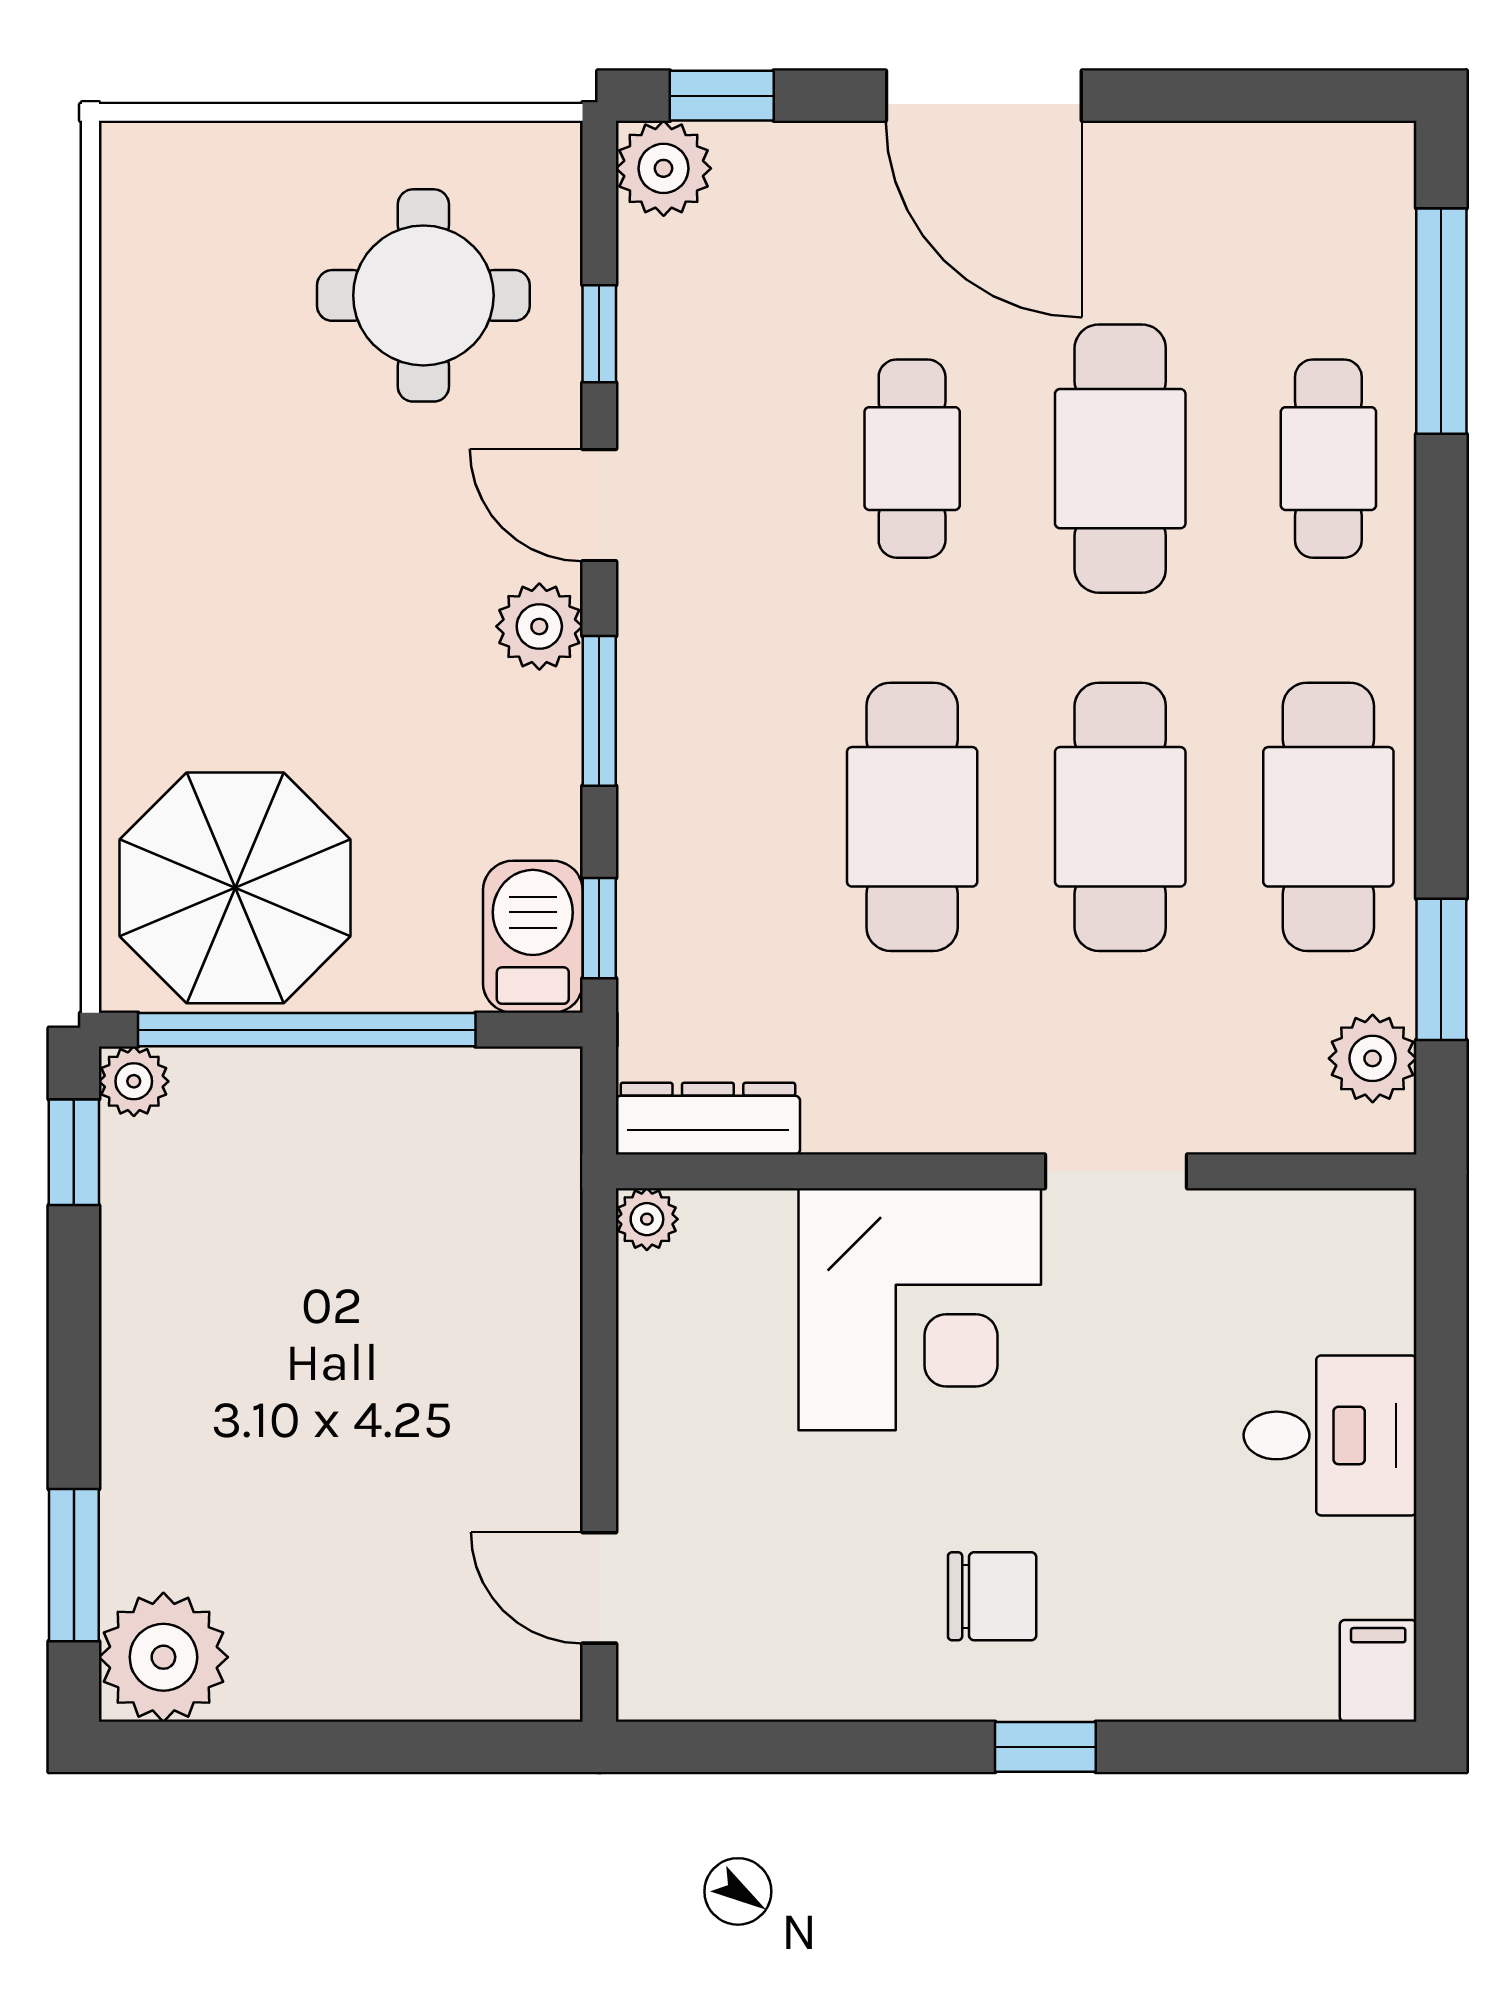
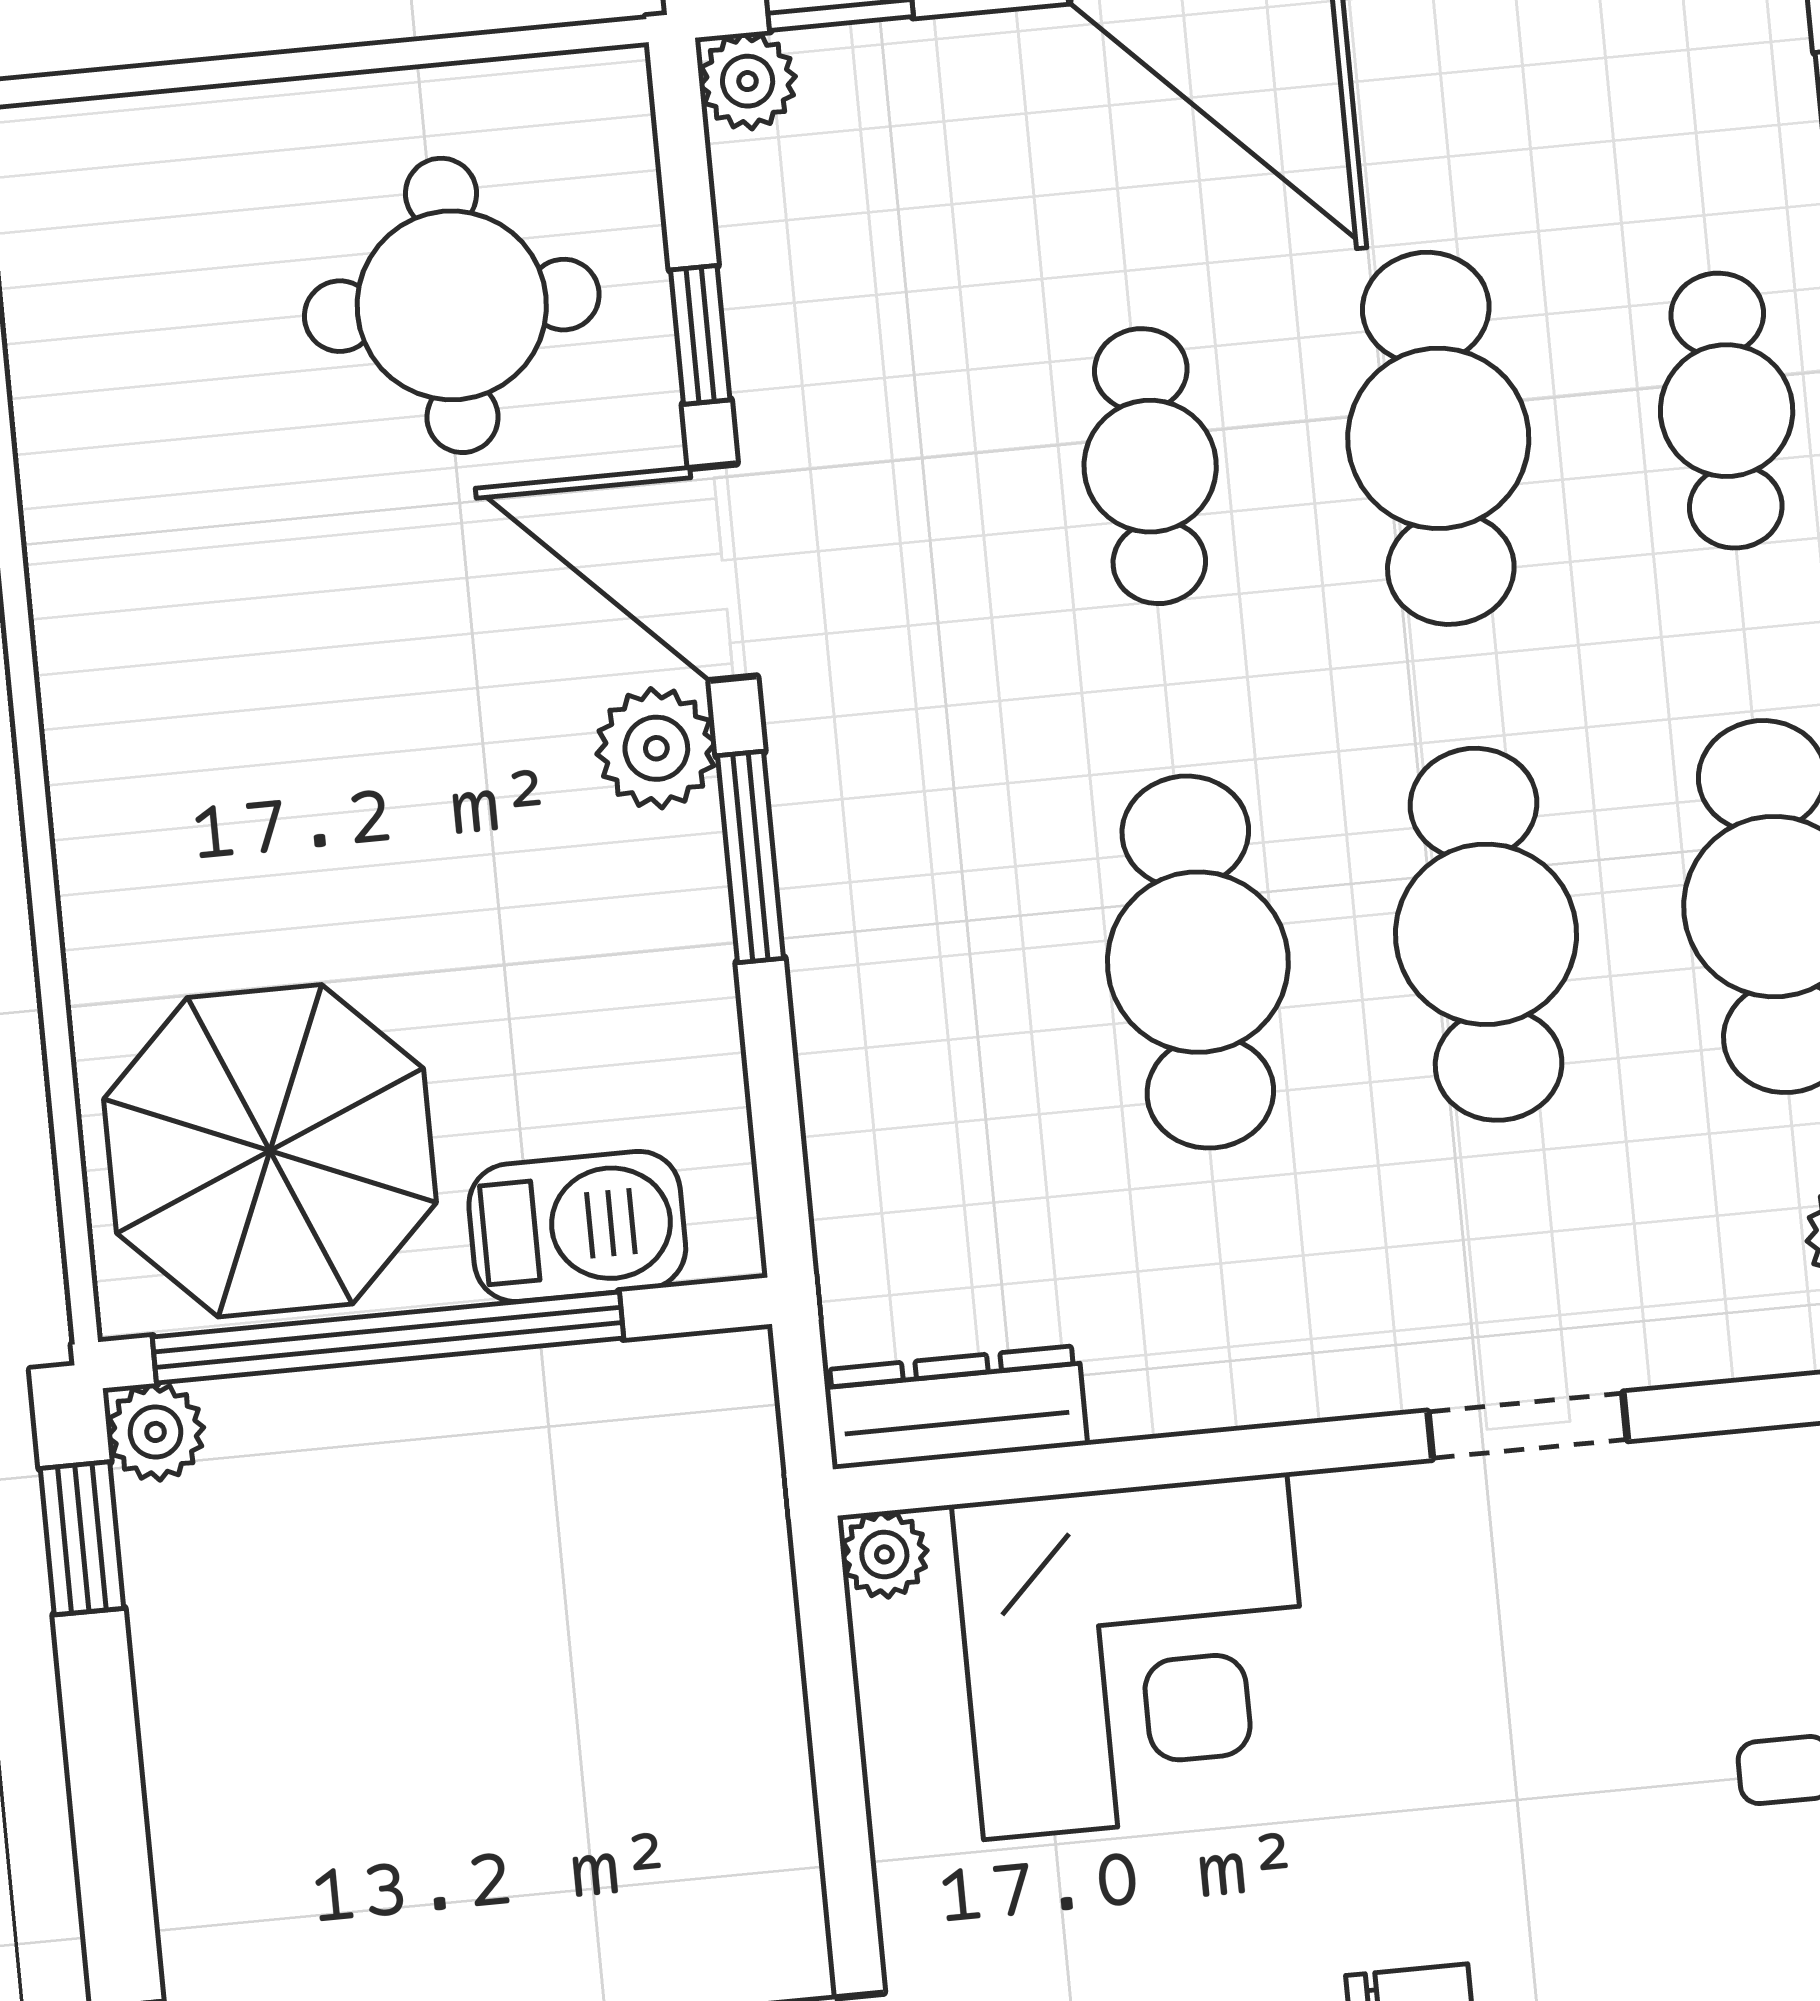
plant: (664, 168) -> (748, 81), width x0.73, depth x0.73
door: (599, 505) -> (723, 572), width x1.38
window: (599, 928) -> (779, 1158), removed
barbecue: (533, 937) -> (577, 1226), moved, turned 90
corner desk: (920, 1309) -> (1135, 1656), moved

